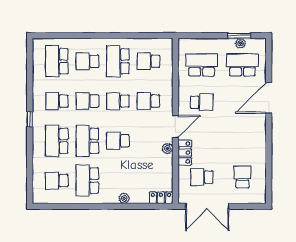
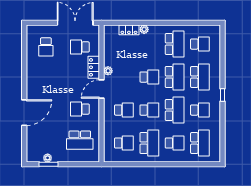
school desk: (242, 65) -> (46, 140), removed
school desk: (87, 101) -> (175, 110), width x1.85
school desk: (202, 177) -> (80, 47), turned 180
locker: (161, 198) -> (129, 30), moved

